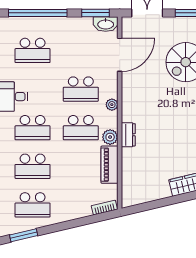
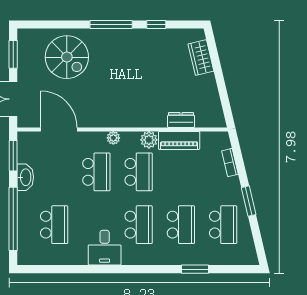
washbasin: (106, 24) -> (25, 177), moved
dresser: (128, 135) -> (181, 120), moved
bookcase: (104, 208) -> (230, 163), moved
window: (24, 235) -> (249, 201), moved

